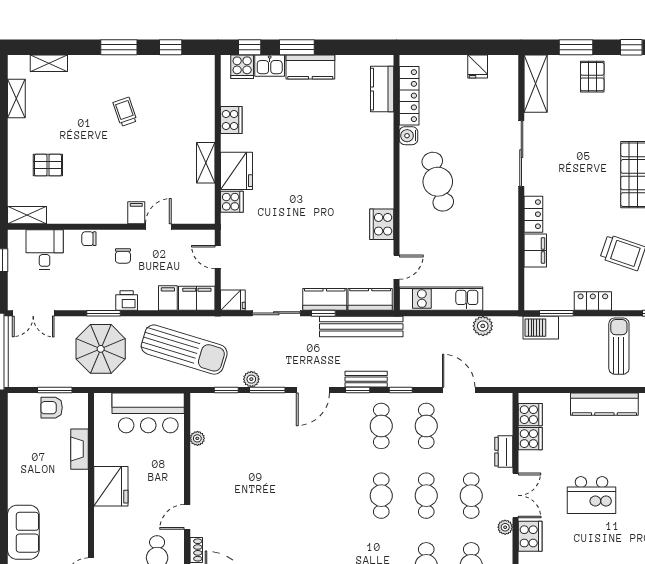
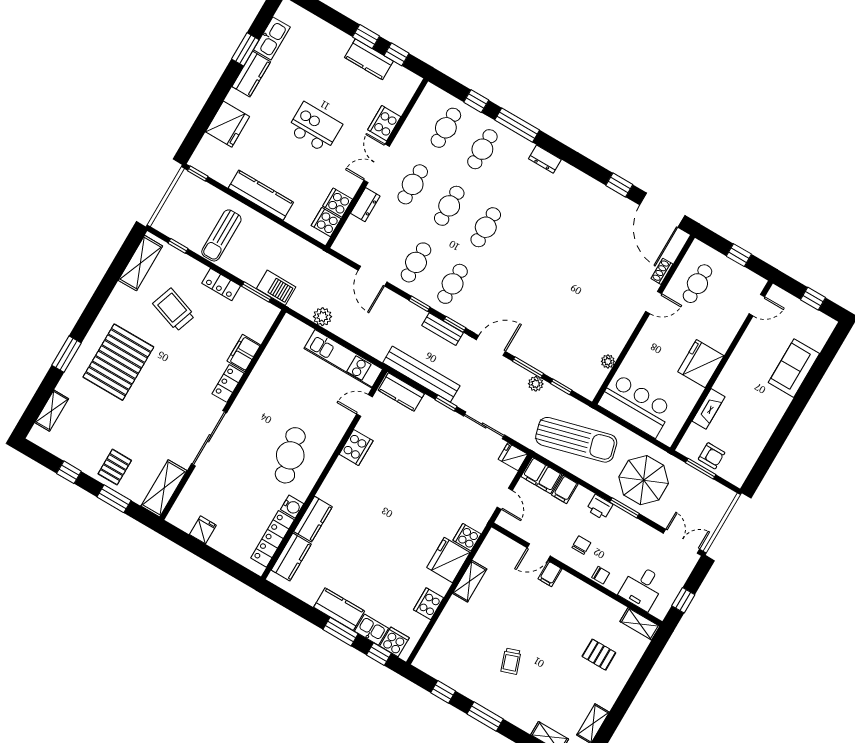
kitchen counter: (325, 299) -> (313, 519), moved, turned -90
sun lounger: (184, 350) -> (576, 440), turned 148
plant: (505, 527) -> (400, 143), removed

